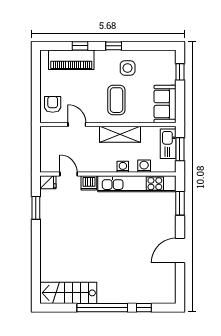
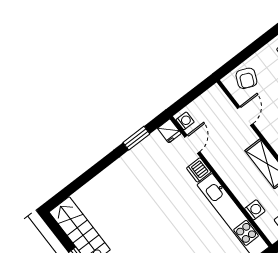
armchair: (53, 104) -> (246, 78), turned 114
washing machine: (123, 167) -> (185, 121), moved

